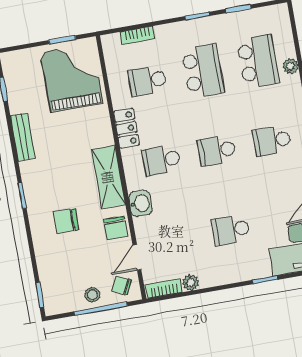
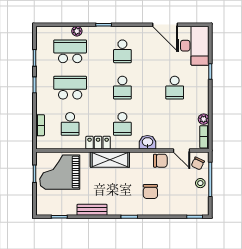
shelving: (108, 177) -> (110, 160), moved

